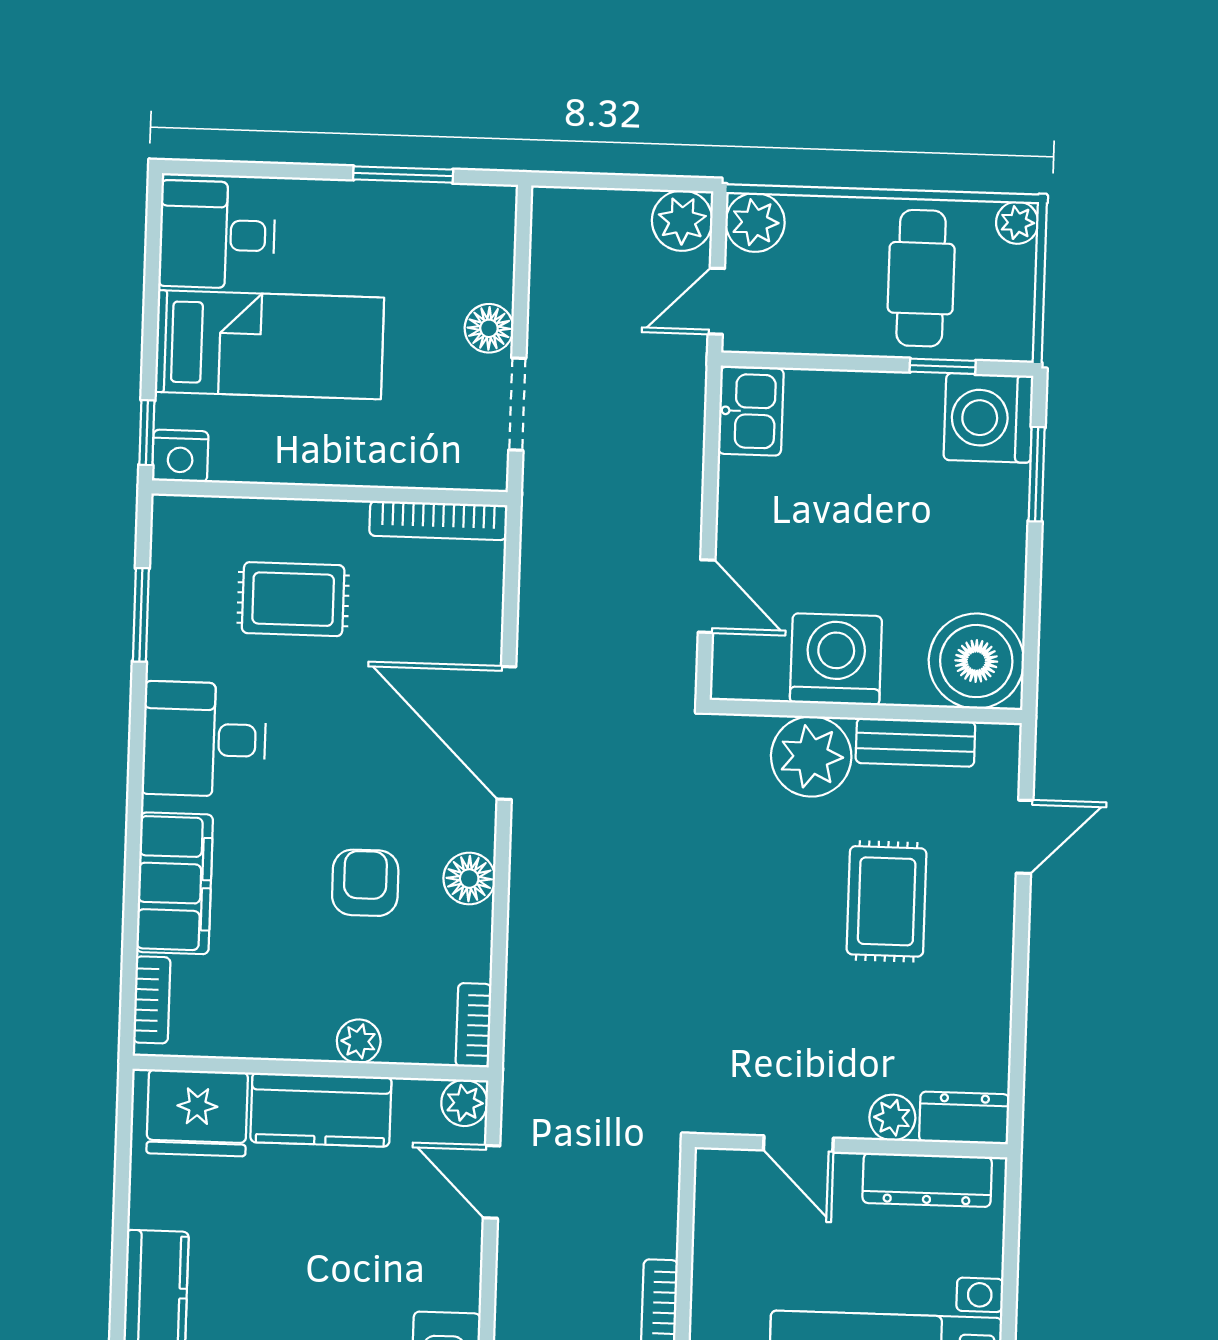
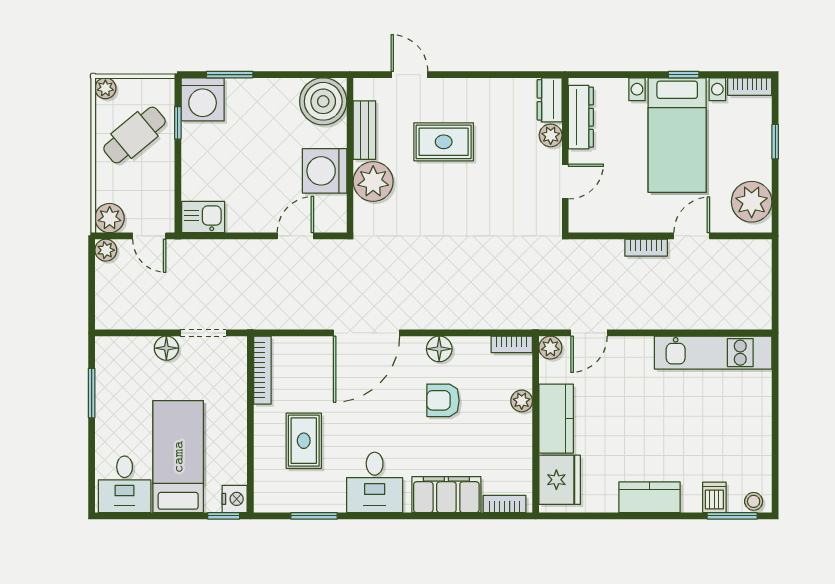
plant: (682, 221) -> (106, 250), width x0.73, depth x0.73
cafe table: (921, 278) -> (134, 135), turned -40

